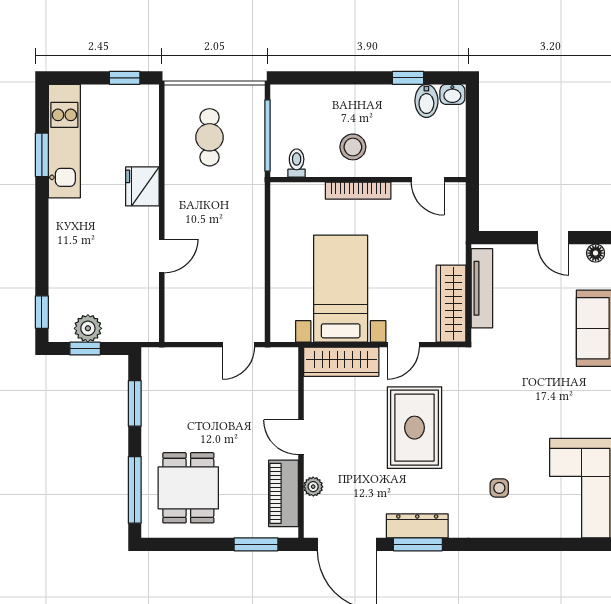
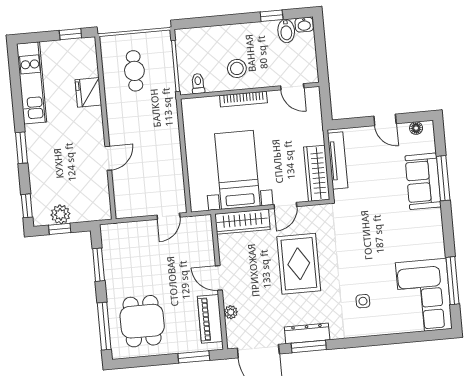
window: (42, 155) -> (22, 148), moved
fridge: (142, 186) -> (88, 92), moved

